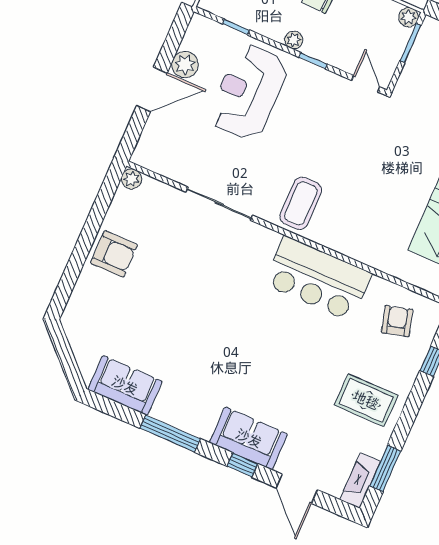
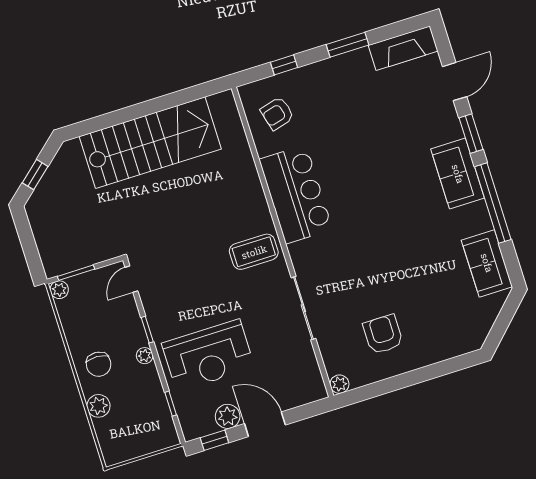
window: (175, 37) -> (214, 440), added
armchair: (114, 254) -> (383, 334), moved
rug: (366, 400) -> (351, 87), removed
window: (170, 433) -> (493, 203), width x1.46
sofa: (249, 438) -> (458, 174), moved
window: (242, 465) -> (471, 134), width x1.50
window: (385, 468) -> (348, 45), moved
fireplace: (360, 481) -> (403, 48), width x1.37, depth x1.32

